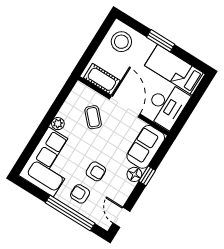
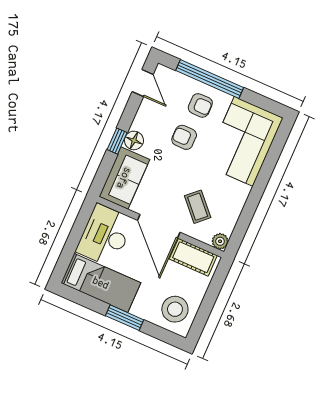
plant: (58, 124) -> (220, 241), moved

